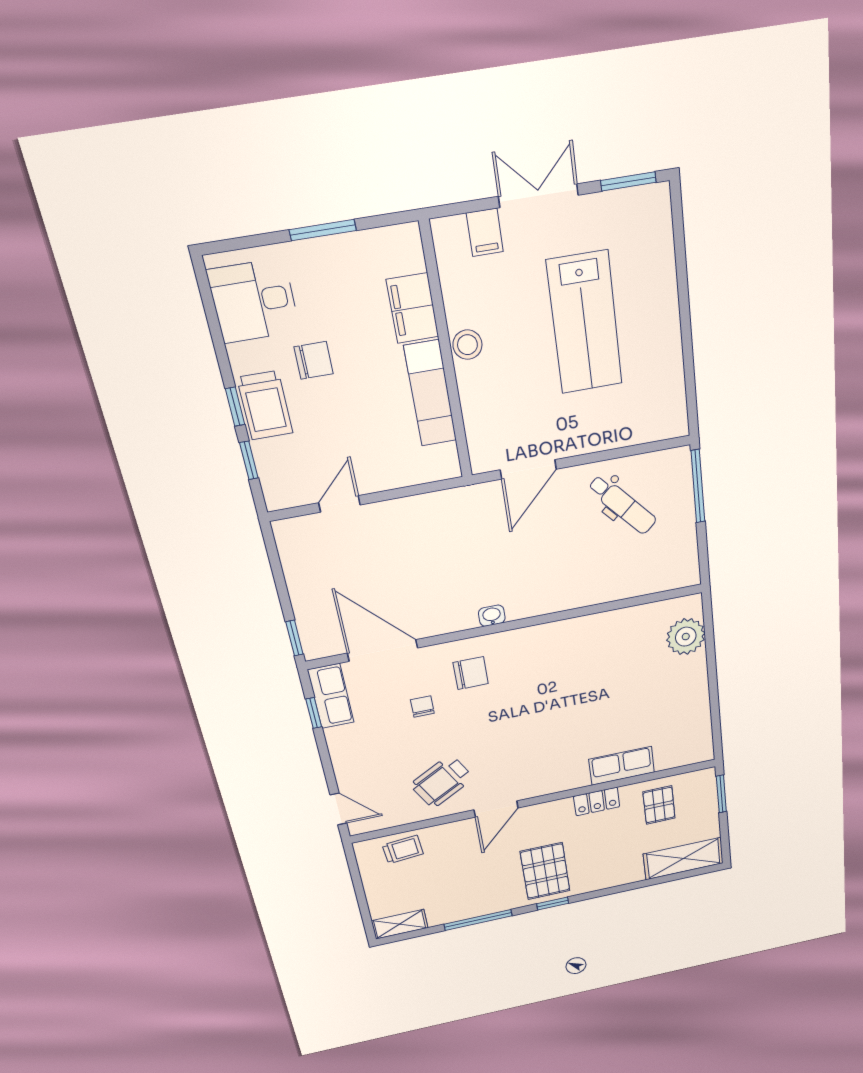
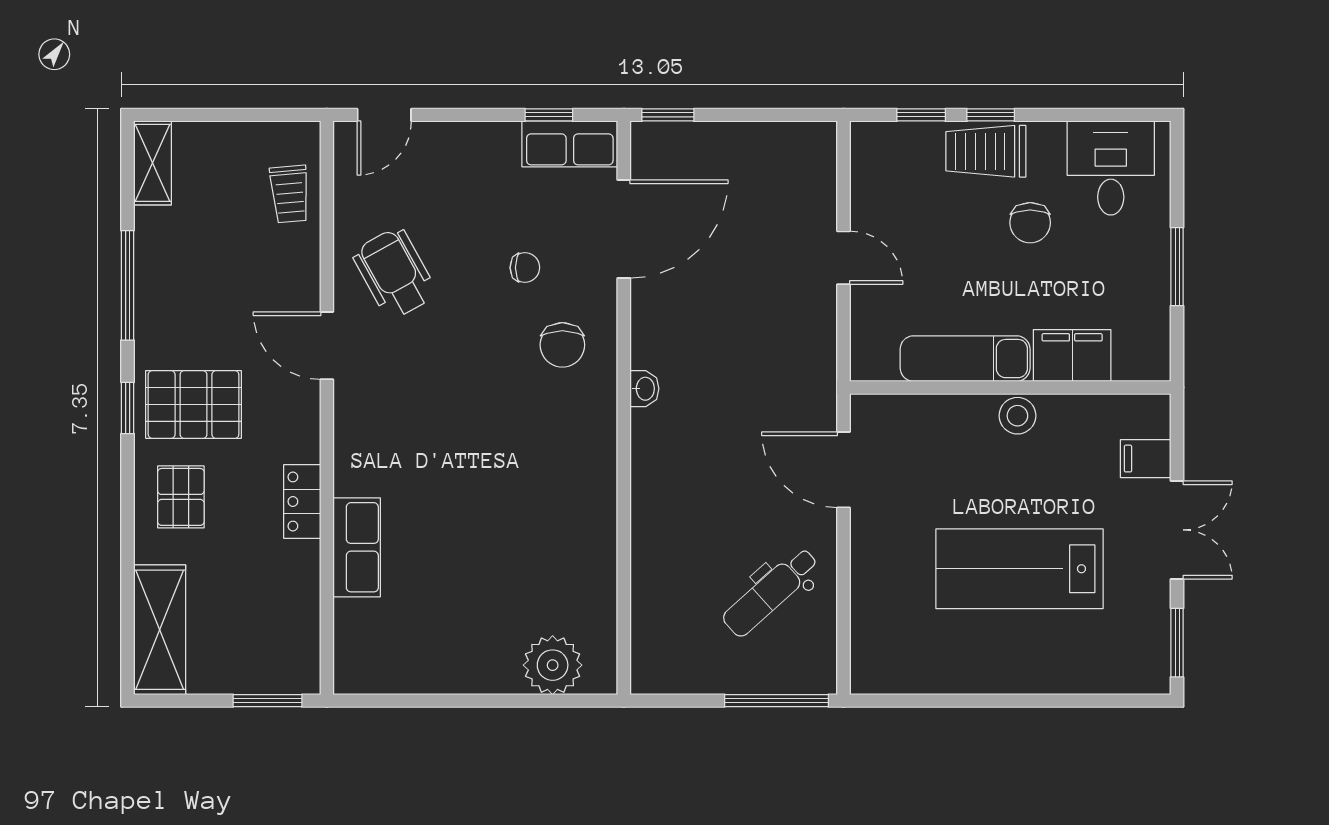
door: (339, 504) -> (843, 258), moved
pallet: (659, 805) -> (181, 497), moved, turned 90

